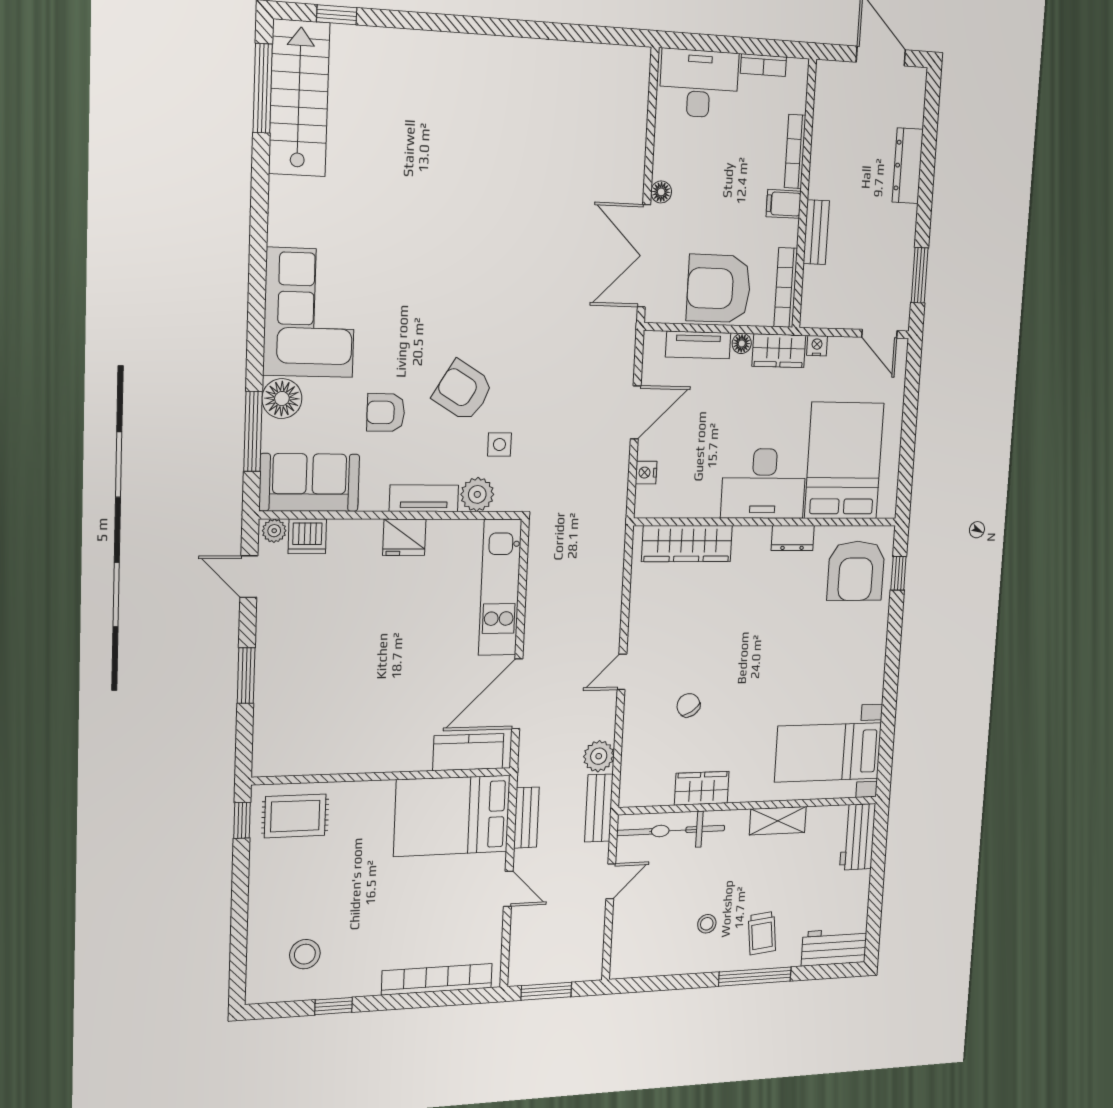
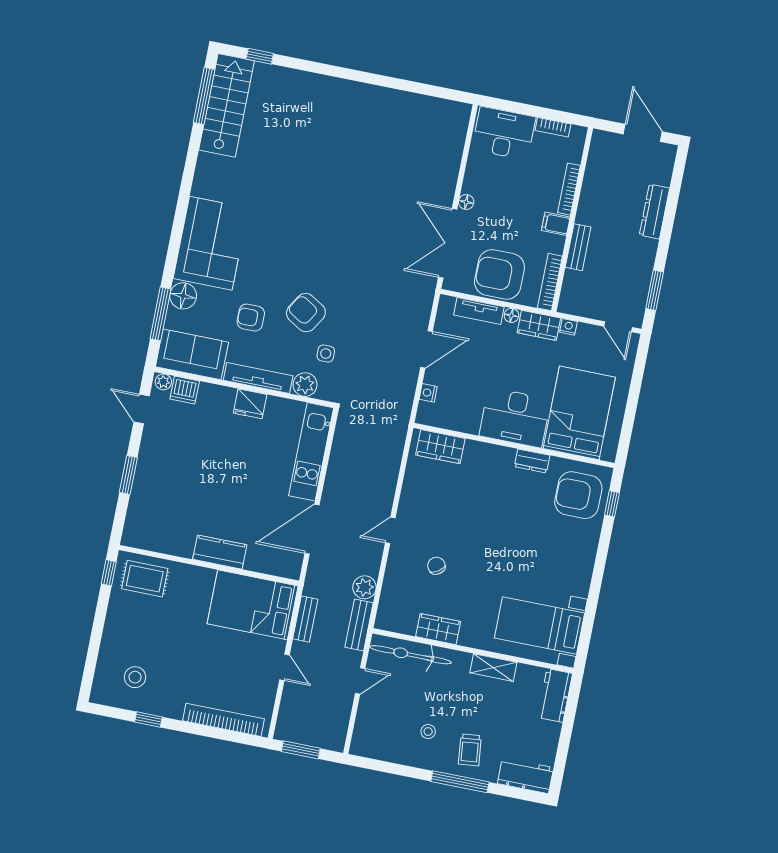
tv unit: (424, 498) -> (258, 378), width x1.41
wardrobe: (687, 544) -> (440, 447), width x0.67
armchair: (856, 571) -> (578, 495), turned 90
kitchen counter: (468, 752) -> (220, 552), moved

